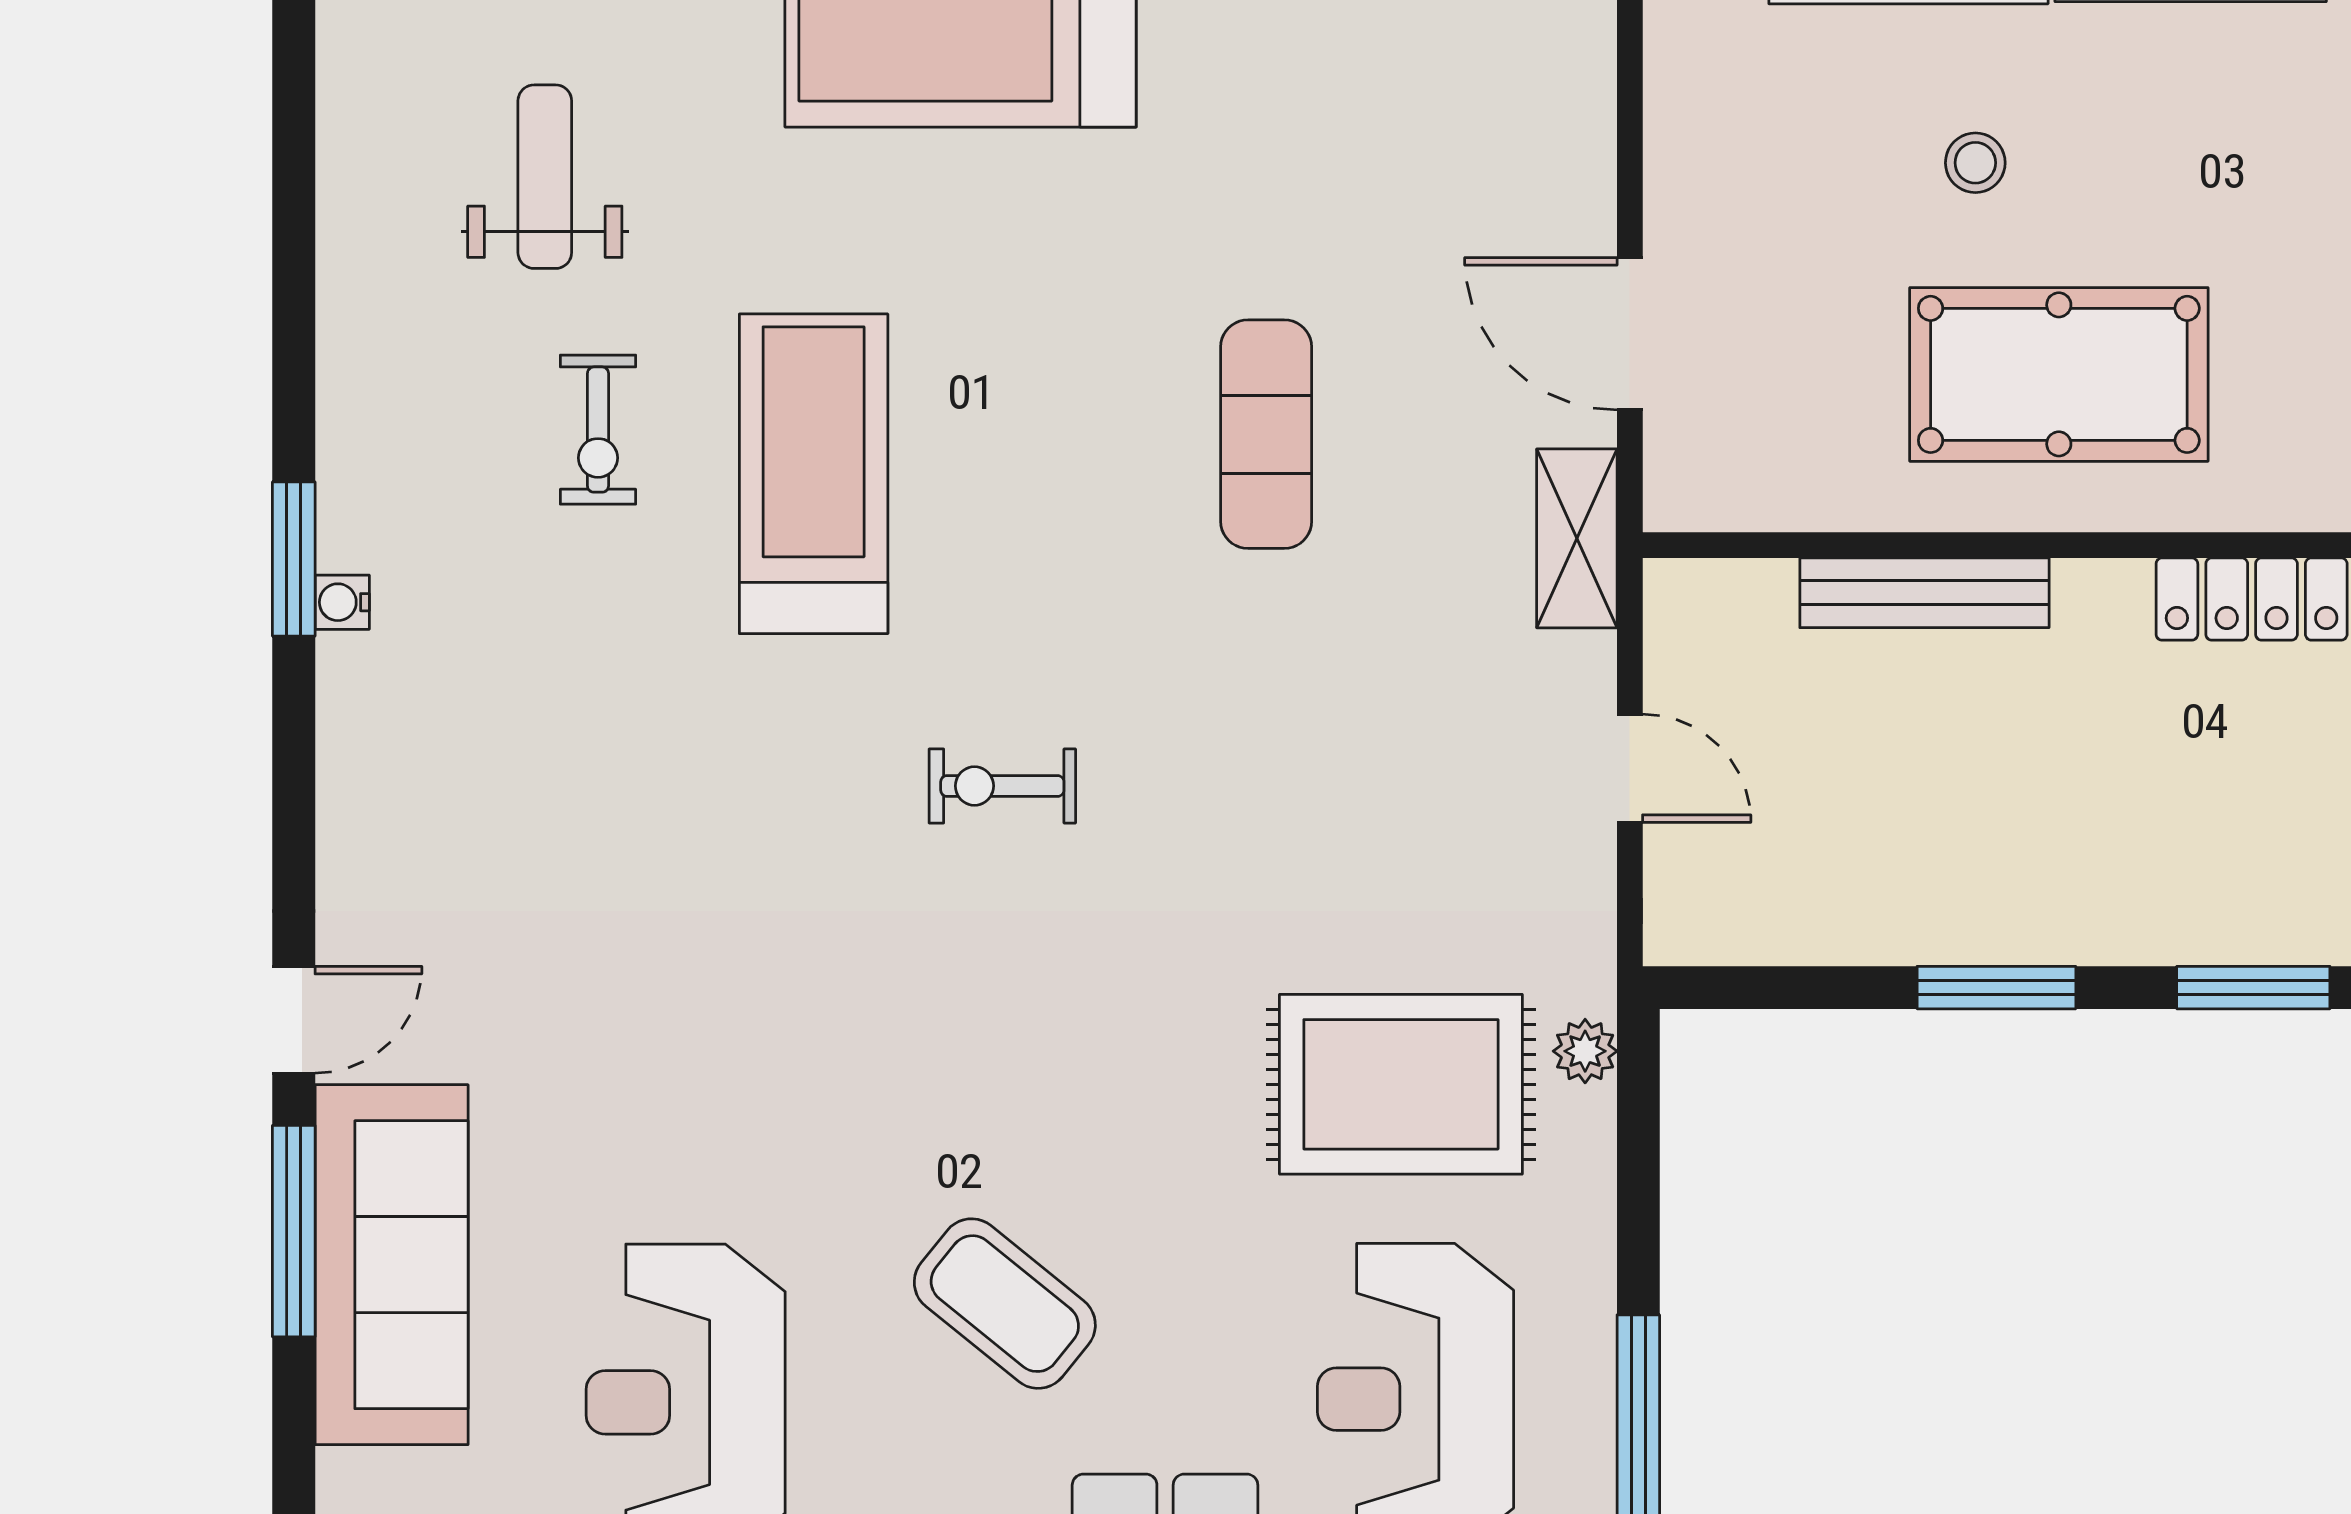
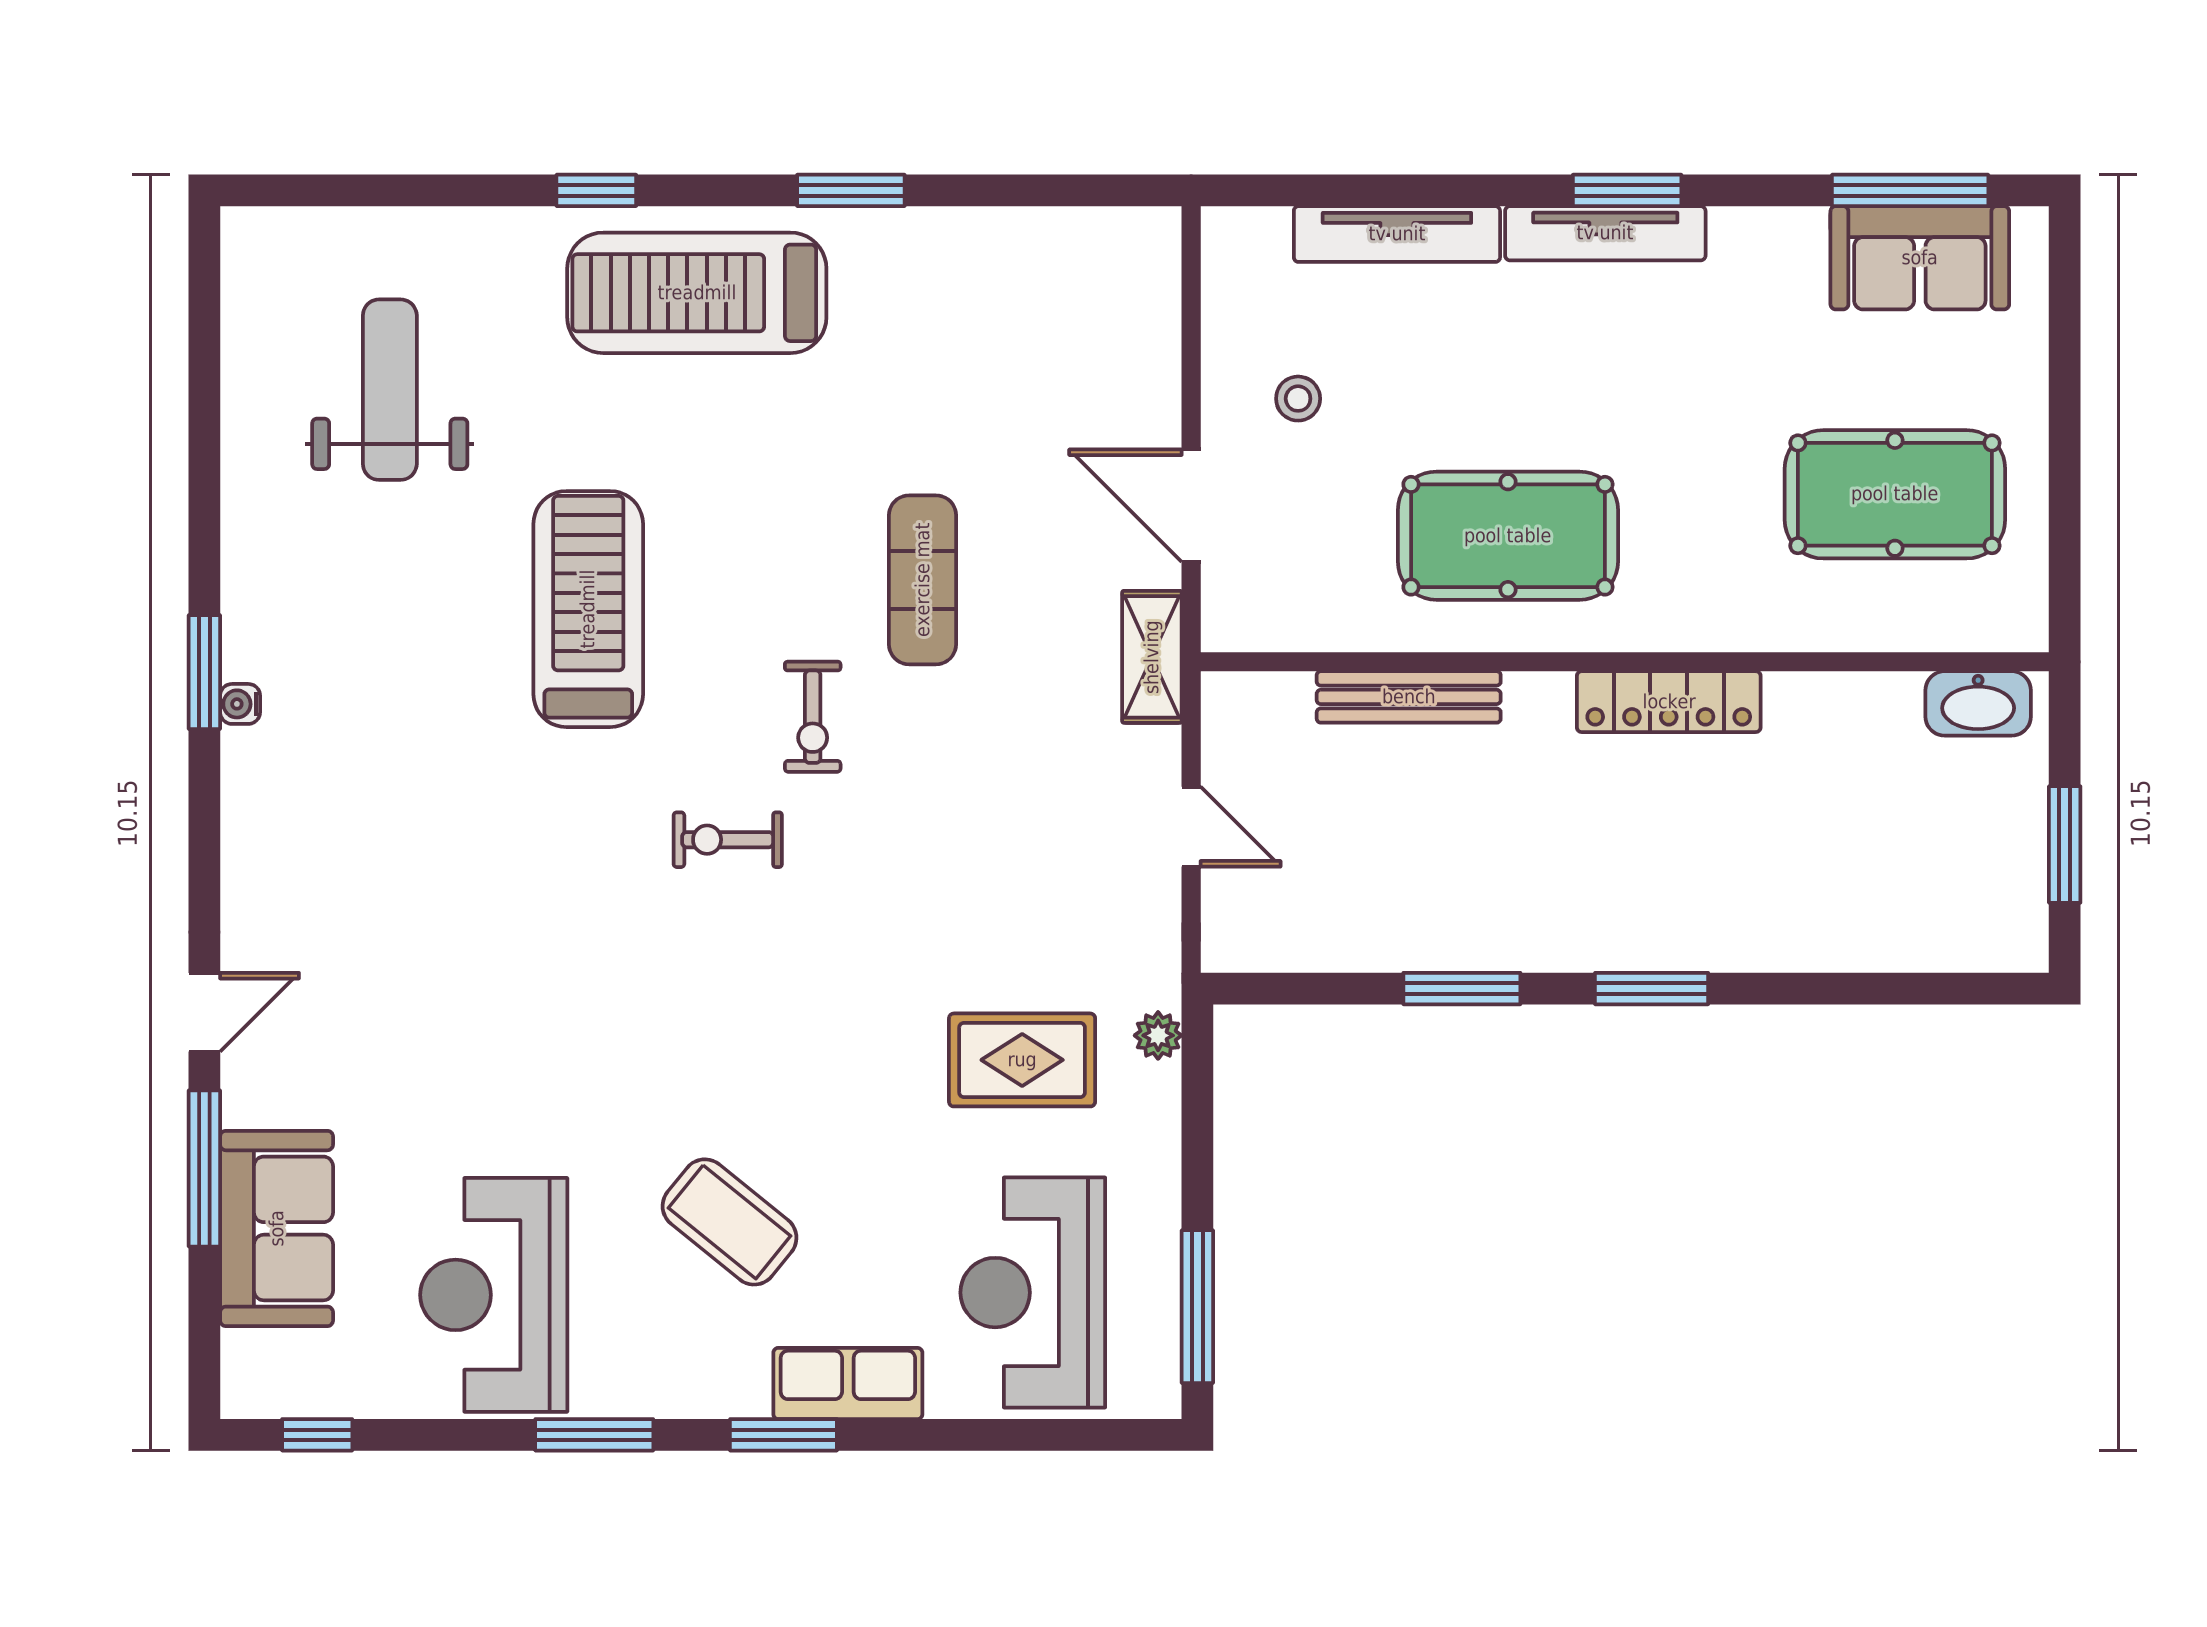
stool: (1975, 163) -> (1298, 399), moved
weight bench: (545, 177) -> (390, 390), width x1.36, depth x1.33
exercise bike: (598, 430) -> (813, 717), moved
rug: (1401, 1084) -> (1022, 1060), width x0.73, depth x0.70
sofa: (392, 1265) -> (277, 1228), width x0.73

